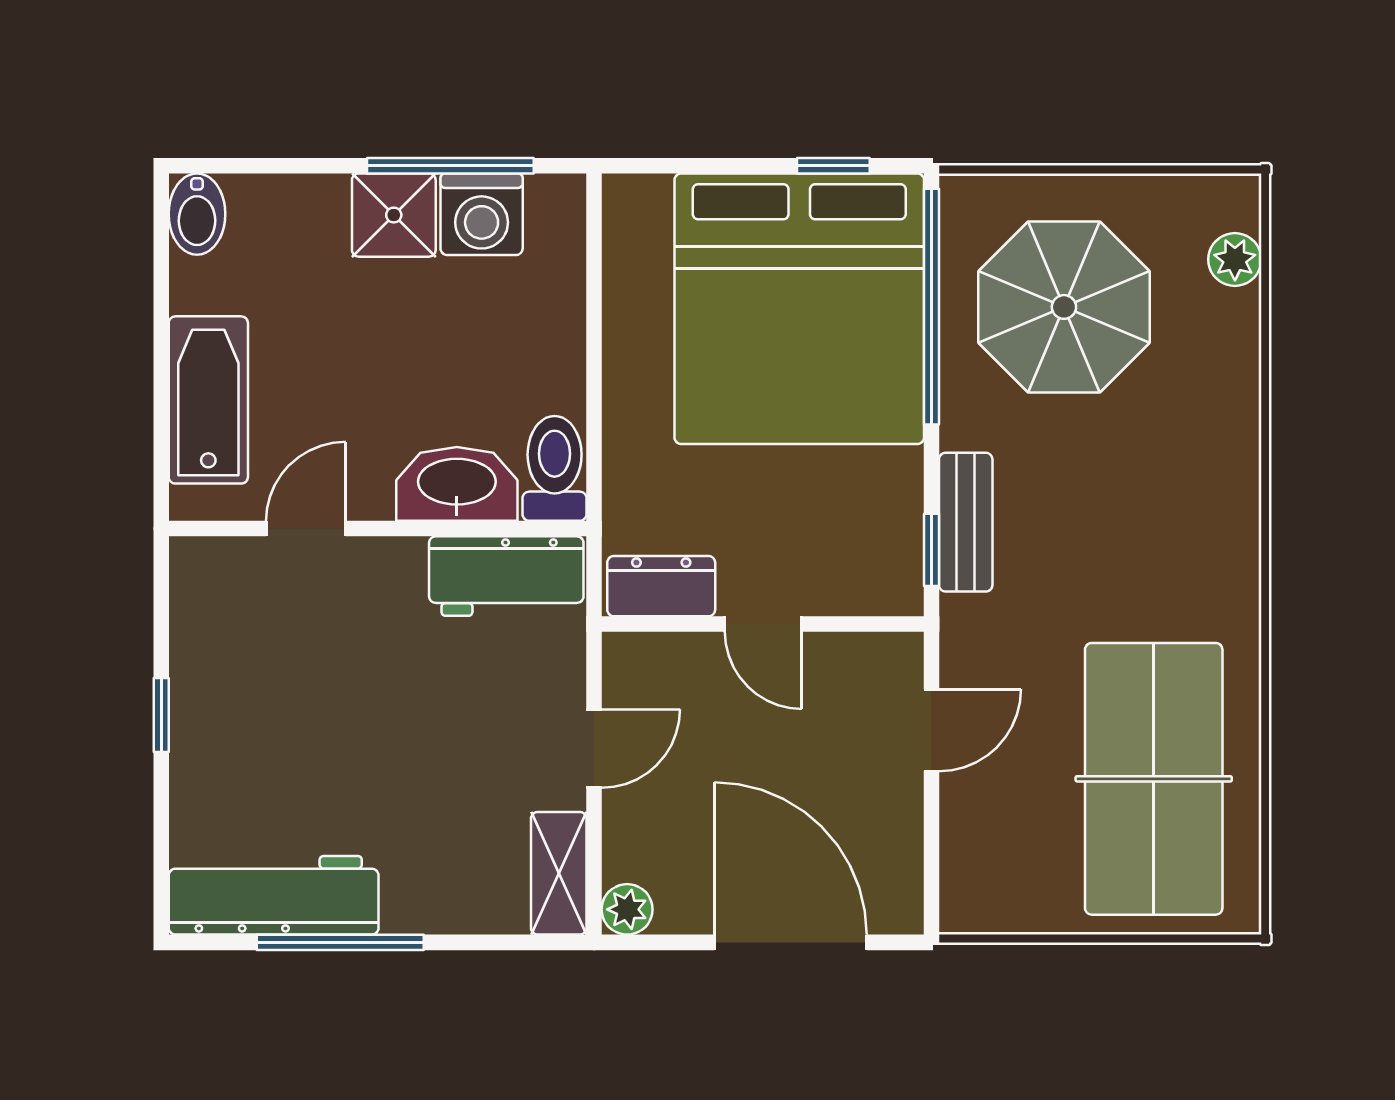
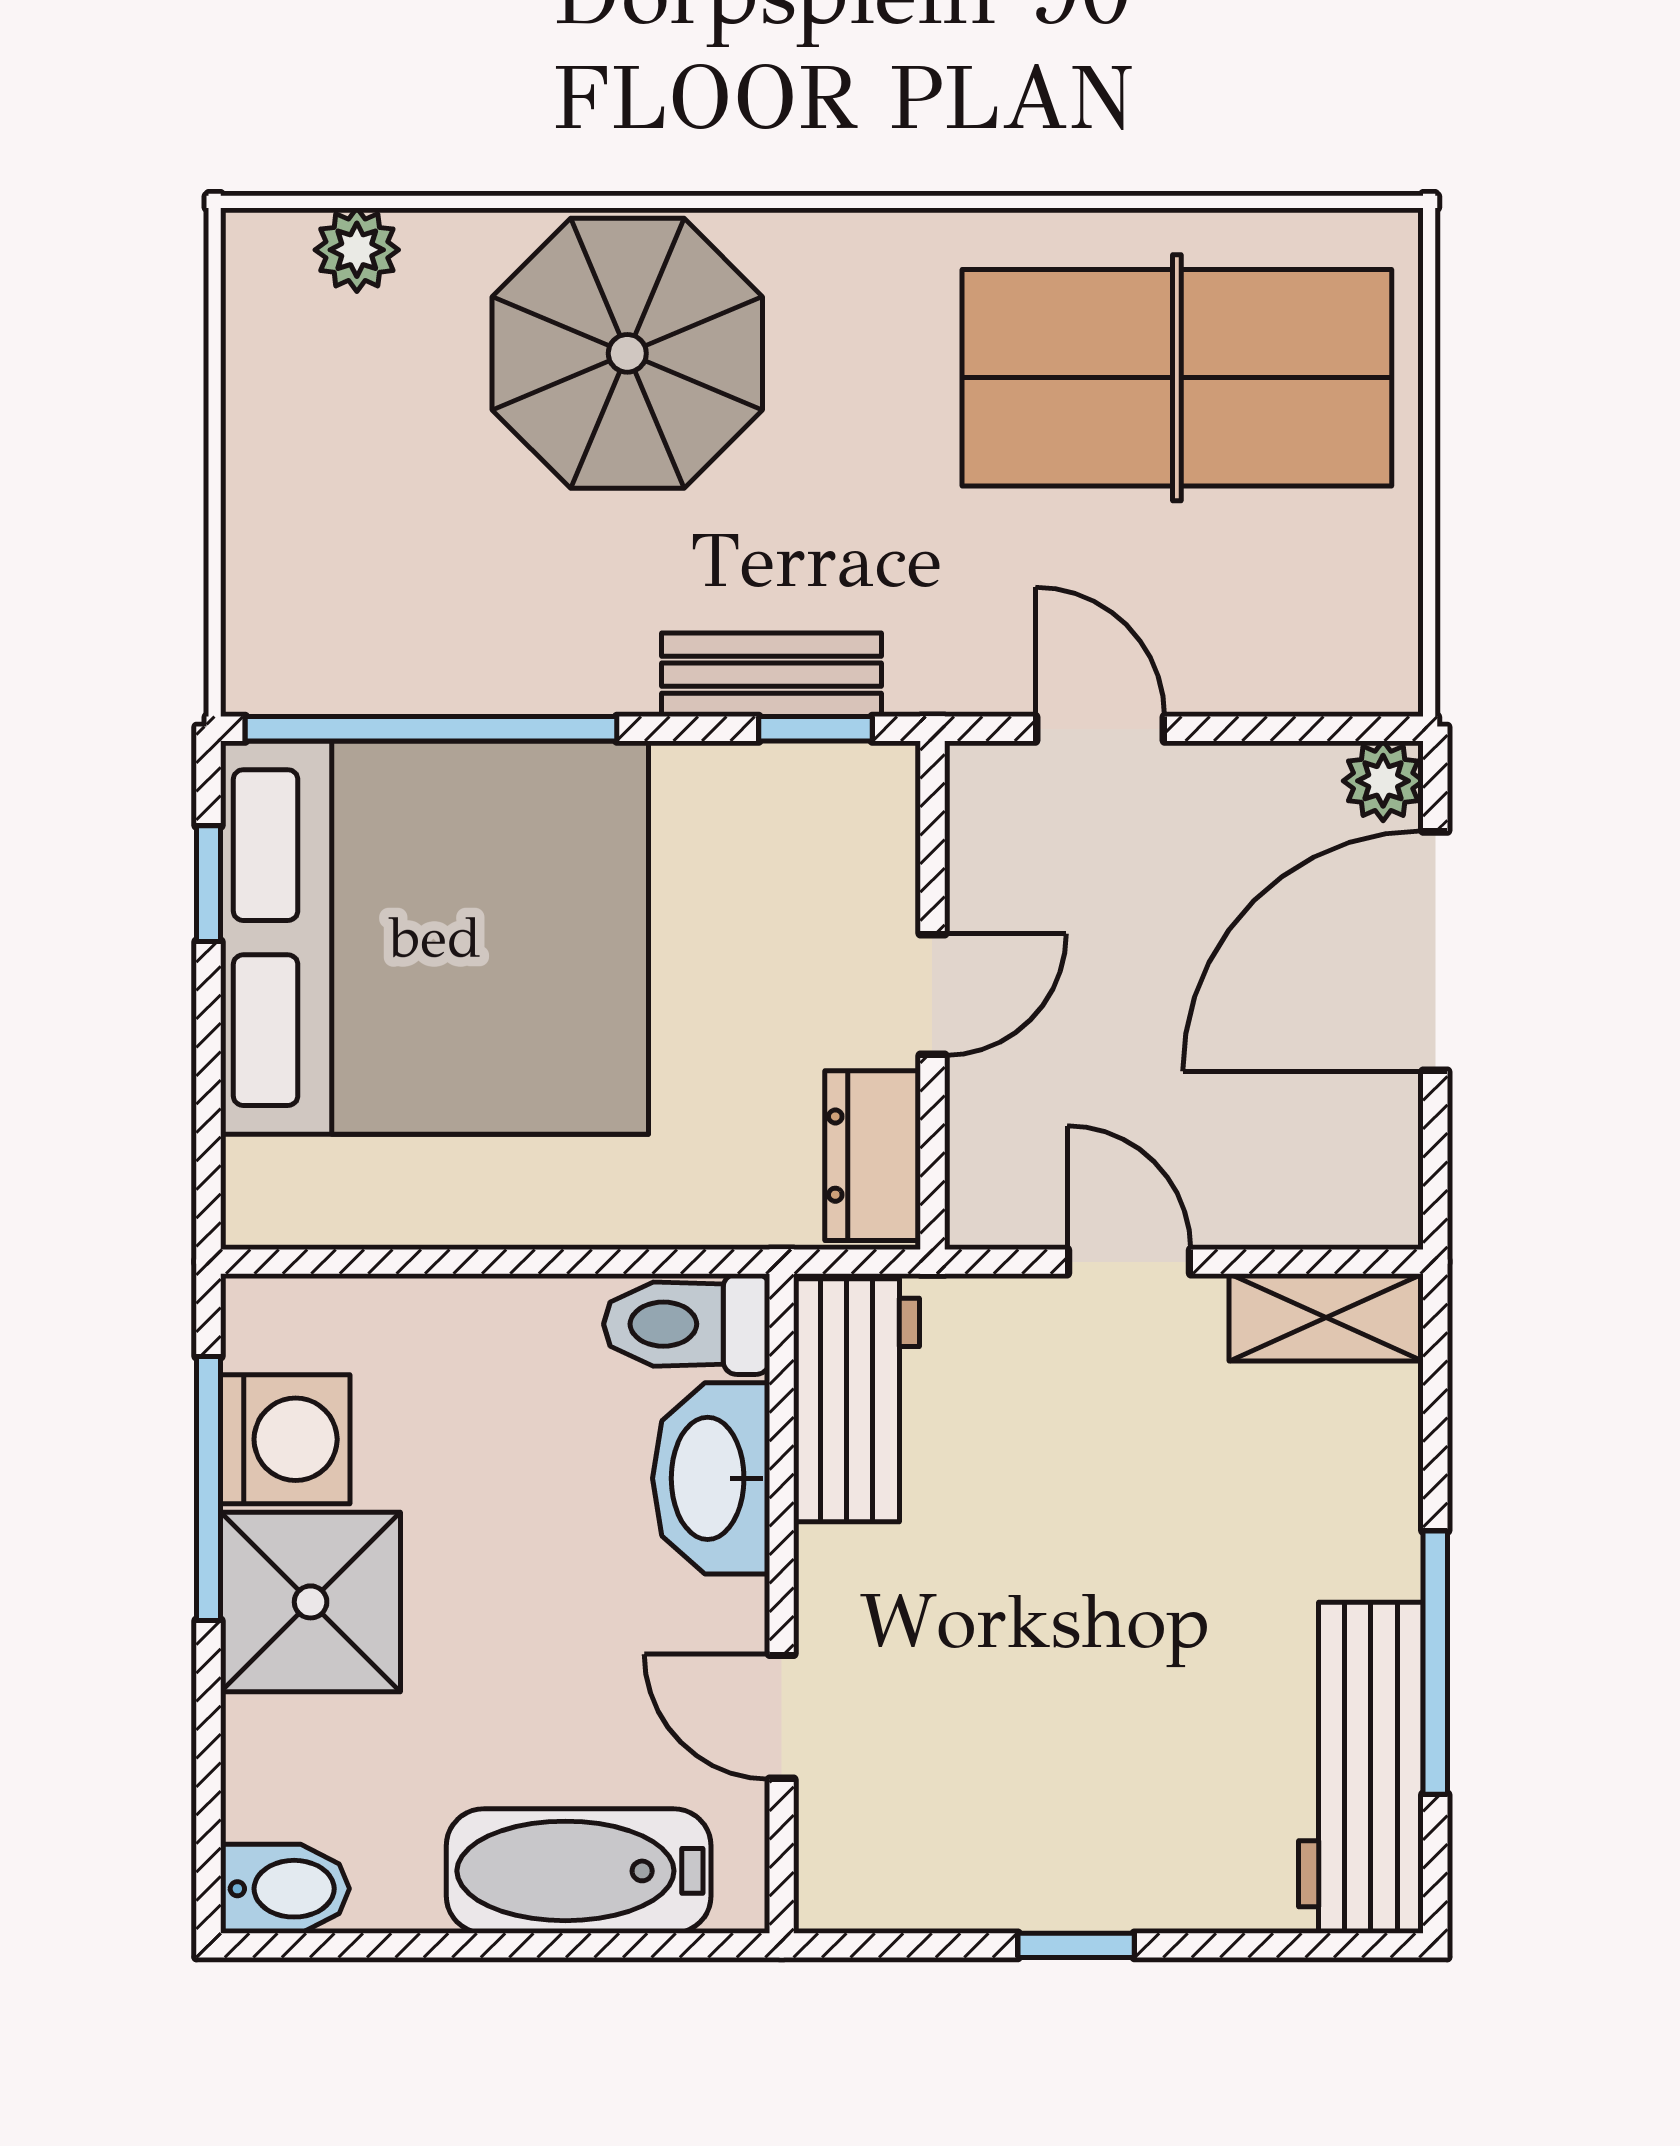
shower: (394, 215) -> (311, 1602), width x1.36, depth x1.36
parasol: (1064, 307) -> (627, 353), moved
plant: (627, 909) -> (1383, 781), moved

